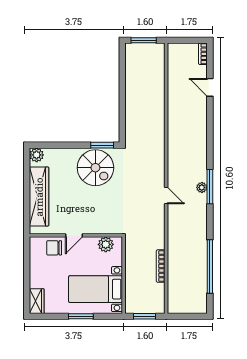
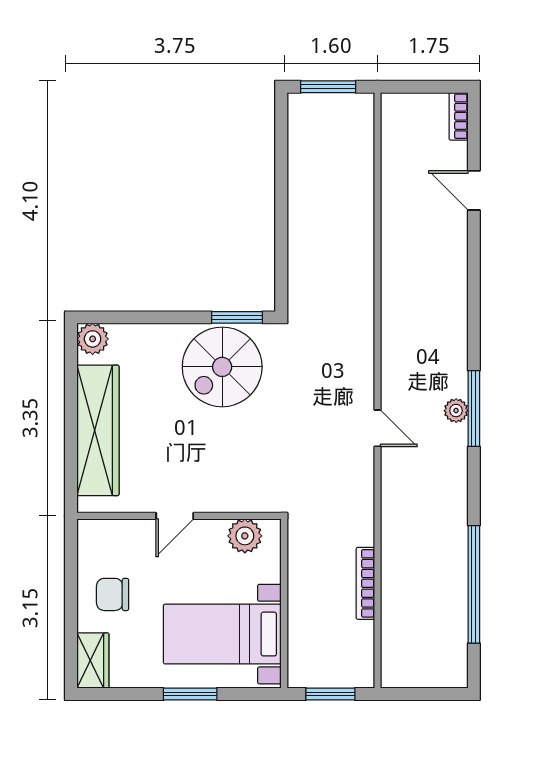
spiral stairs: (95, 168) -> (222, 367), turned 90
chair: (54, 248) -> (113, 594), moved

